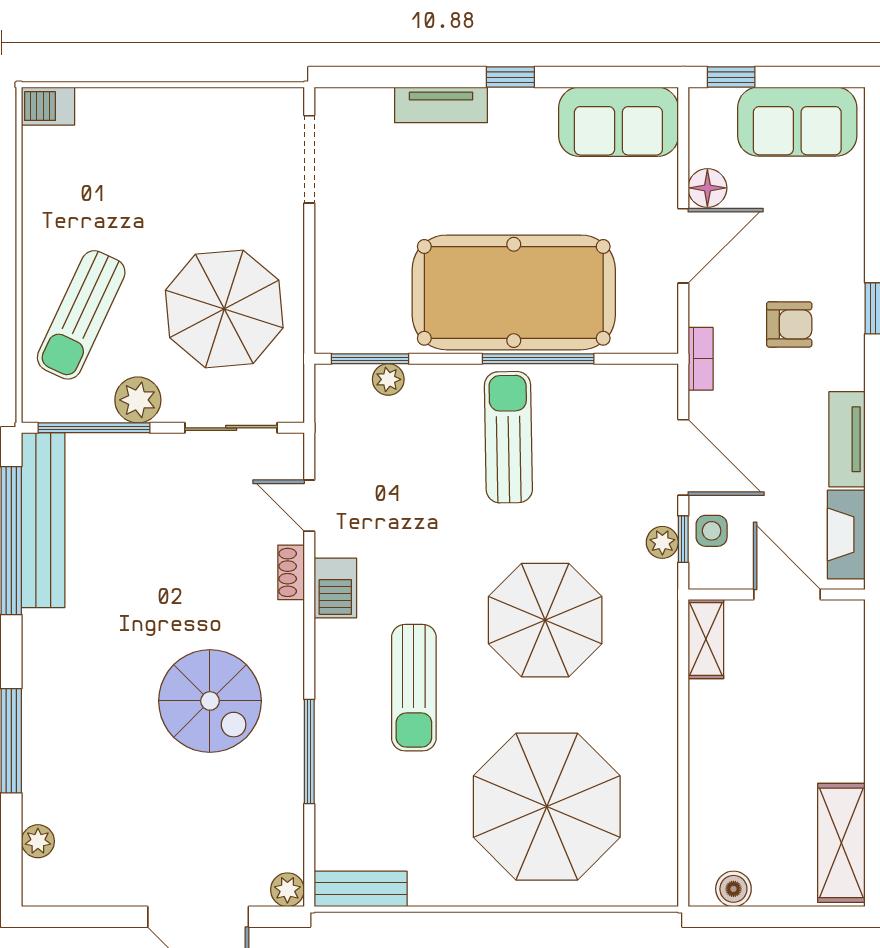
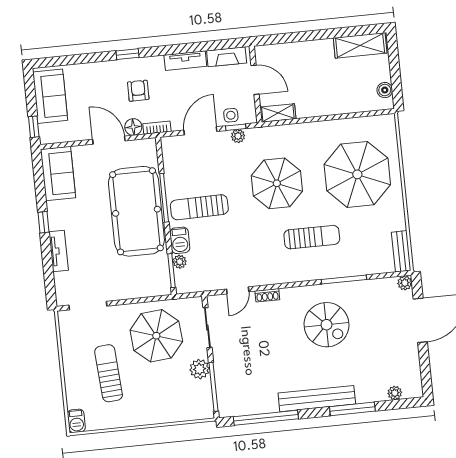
floor lamp: (707, 188) -> (133, 127), moved
sun lounger: (81, 315) -> (109, 373), moved, turned -119
bench: (43, 520) -> (317, 399), moved
barbecue: (335, 588) -> (180, 240), moved, turned 90
door: (787, 594) -> (255, 80), swing flipped
spiral stairs: (210, 701) -> (326, 325), turned 90

